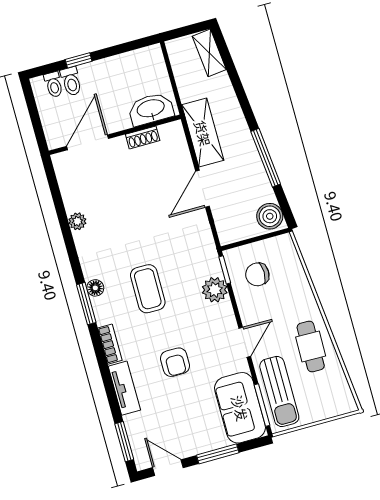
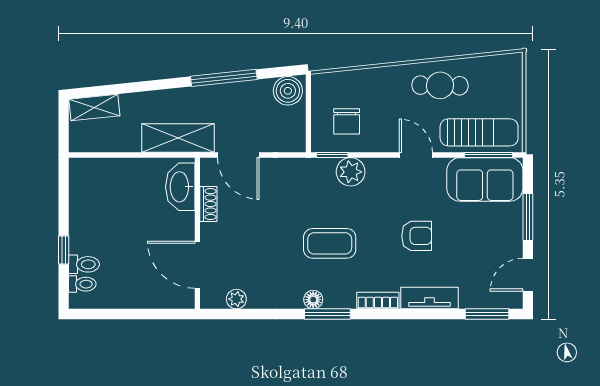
washbasin: (151, 109) -> (180, 187), moved
wall: (115, 135) -> (197, 233), moved
shoe rack: (143, 137) -> (208, 204), moved
door: (88, 142) -> (197, 265), moved

